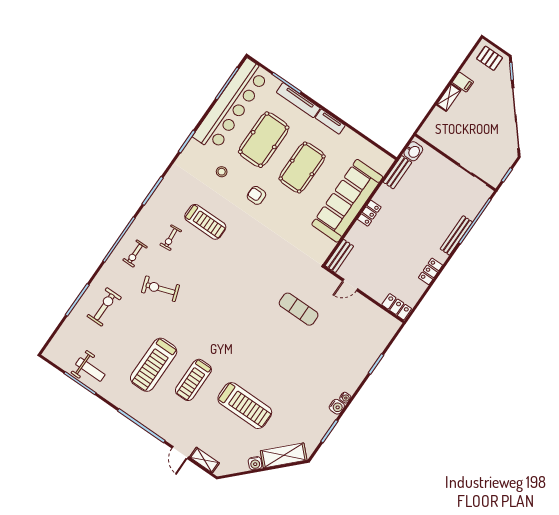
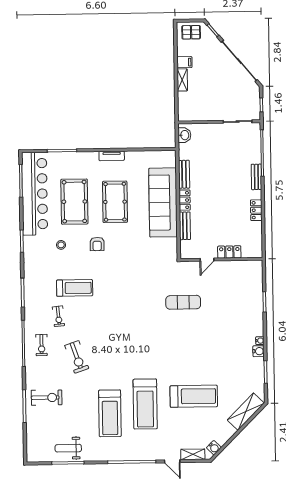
tv unit: (298, 100) -> (79, 157), removed
bench: (397, 172) -> (184, 174), moved
armchair: (256, 195) -> (97, 244), turned -90
bench: (456, 235) -> (256, 177), width x0.73
bench: (339, 256) -> (185, 226), moved
exercise bike: (160, 289) -> (77, 357), turned -90
exercise bike: (104, 307) -> (47, 398), turned 90
locker: (397, 307) -> (229, 252), moved
weight bench: (90, 370) -> (68, 448), turned 180
treadmill: (193, 380) -> (145, 404), width x1.37, depth x1.38
water cooler: (255, 463) -> (214, 448), moved

